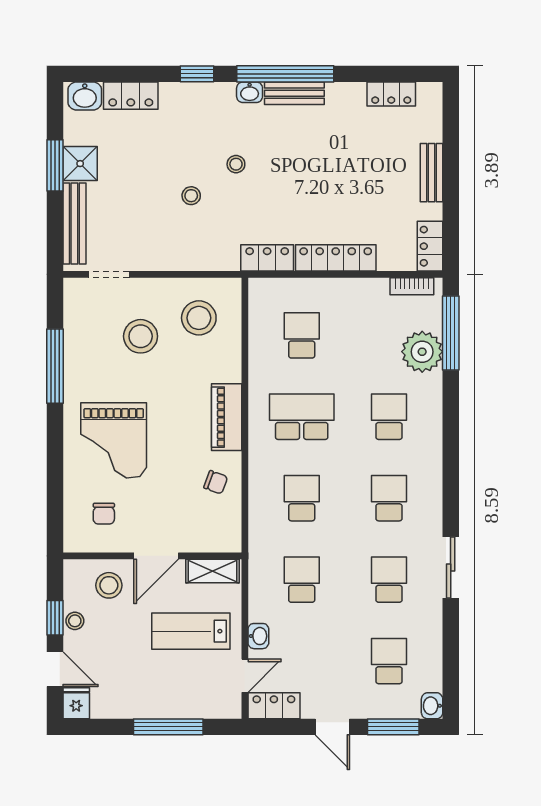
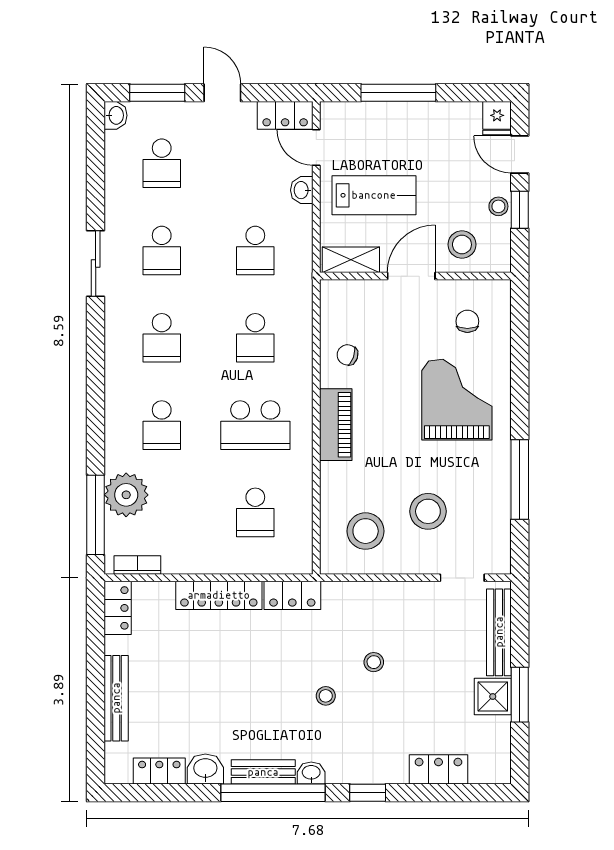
washbasin: (85, 96) -> (205, 769), moved
bench: (431, 173) -> (116, 698), width x1.36
door: (245, 676) -> (316, 147), hinge flipped

